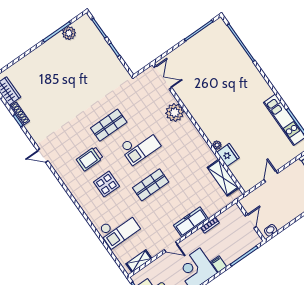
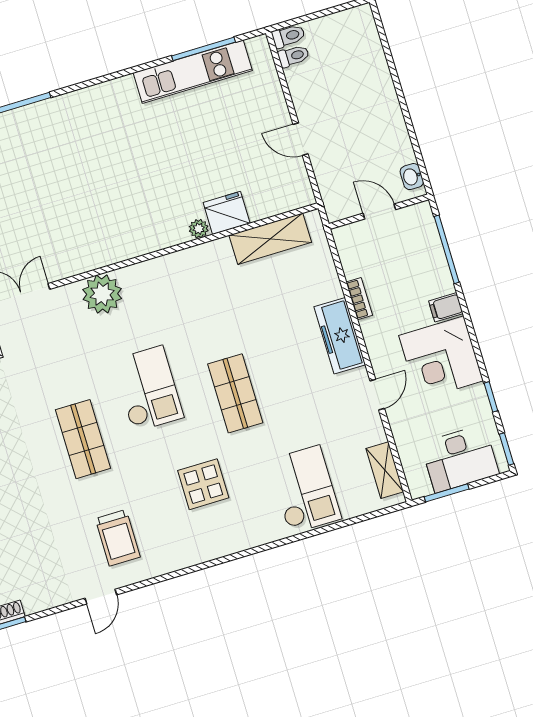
trolley: (90, 159) -> (118, 538), moved

